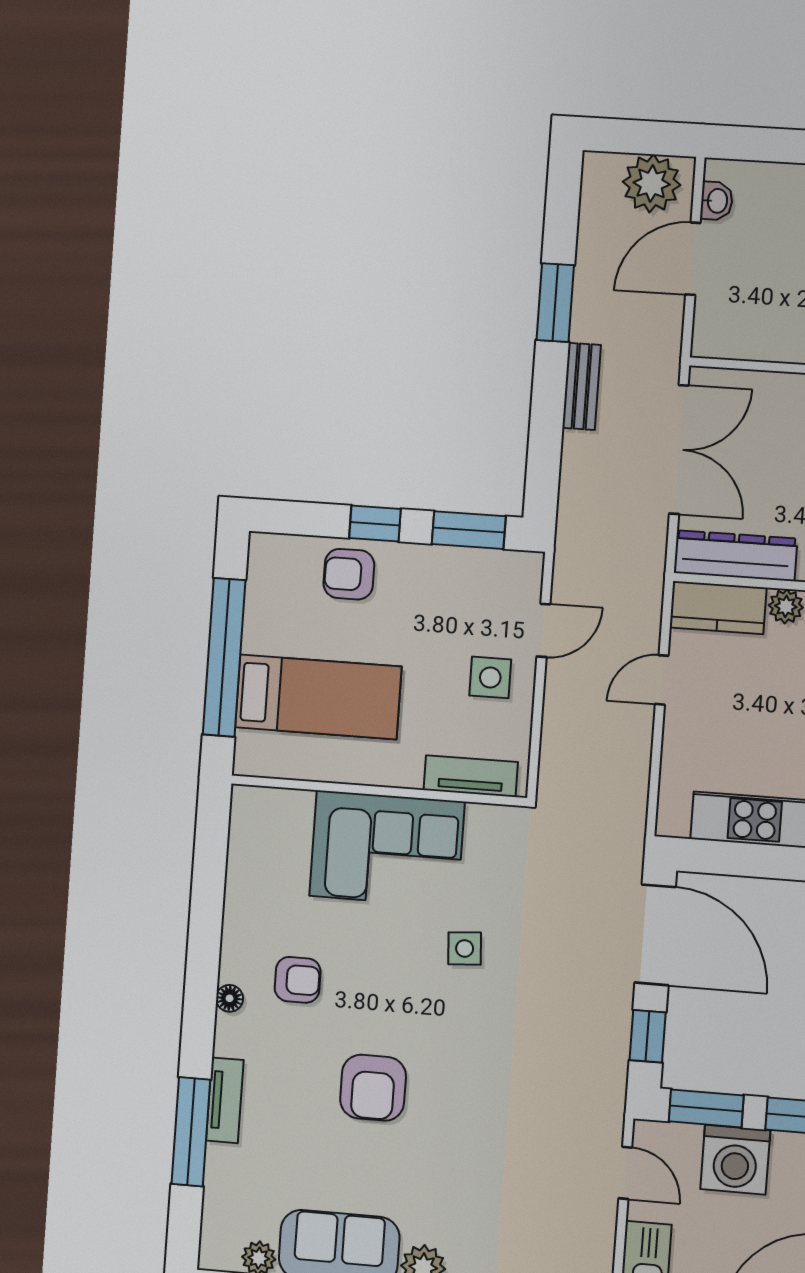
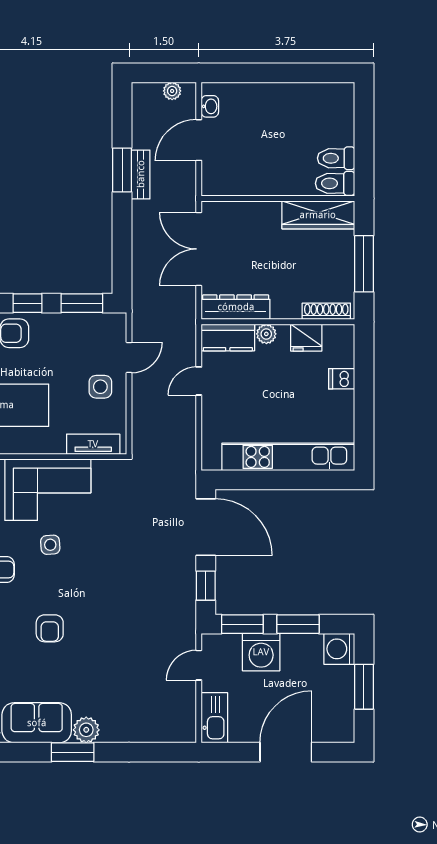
plant: (652, 183) -> (172, 91), width x0.53, depth x0.53
bench: (582, 386) -> (141, 174), moved
double door: (679, 450) -> (199, 249), swing flipped
side table: (465, 948) -> (50, 545), moved
armchair: (373, 1088) -> (50, 628), width x0.72, depth x0.72
door: (625, 1173) -> (199, 665), swing flipped

